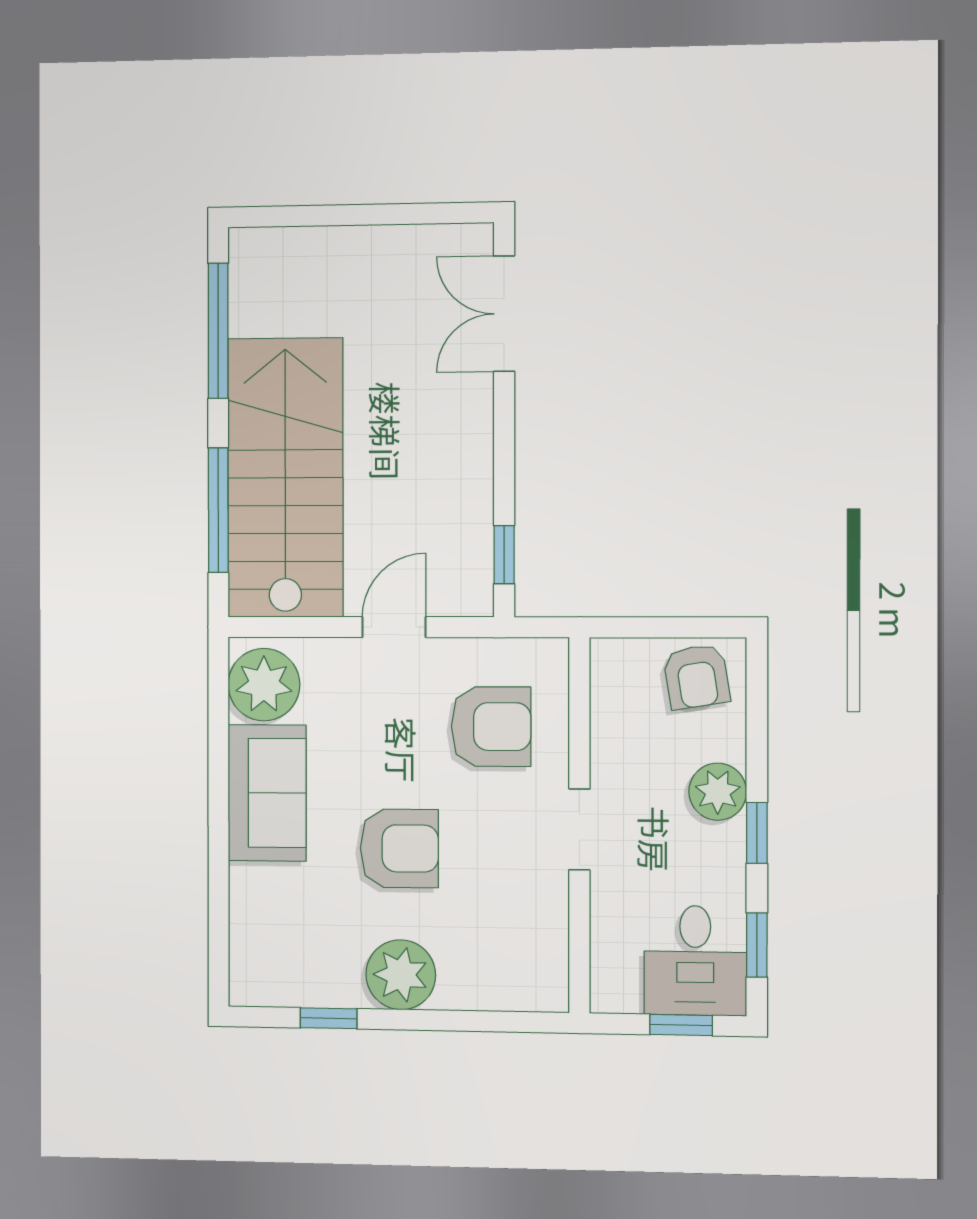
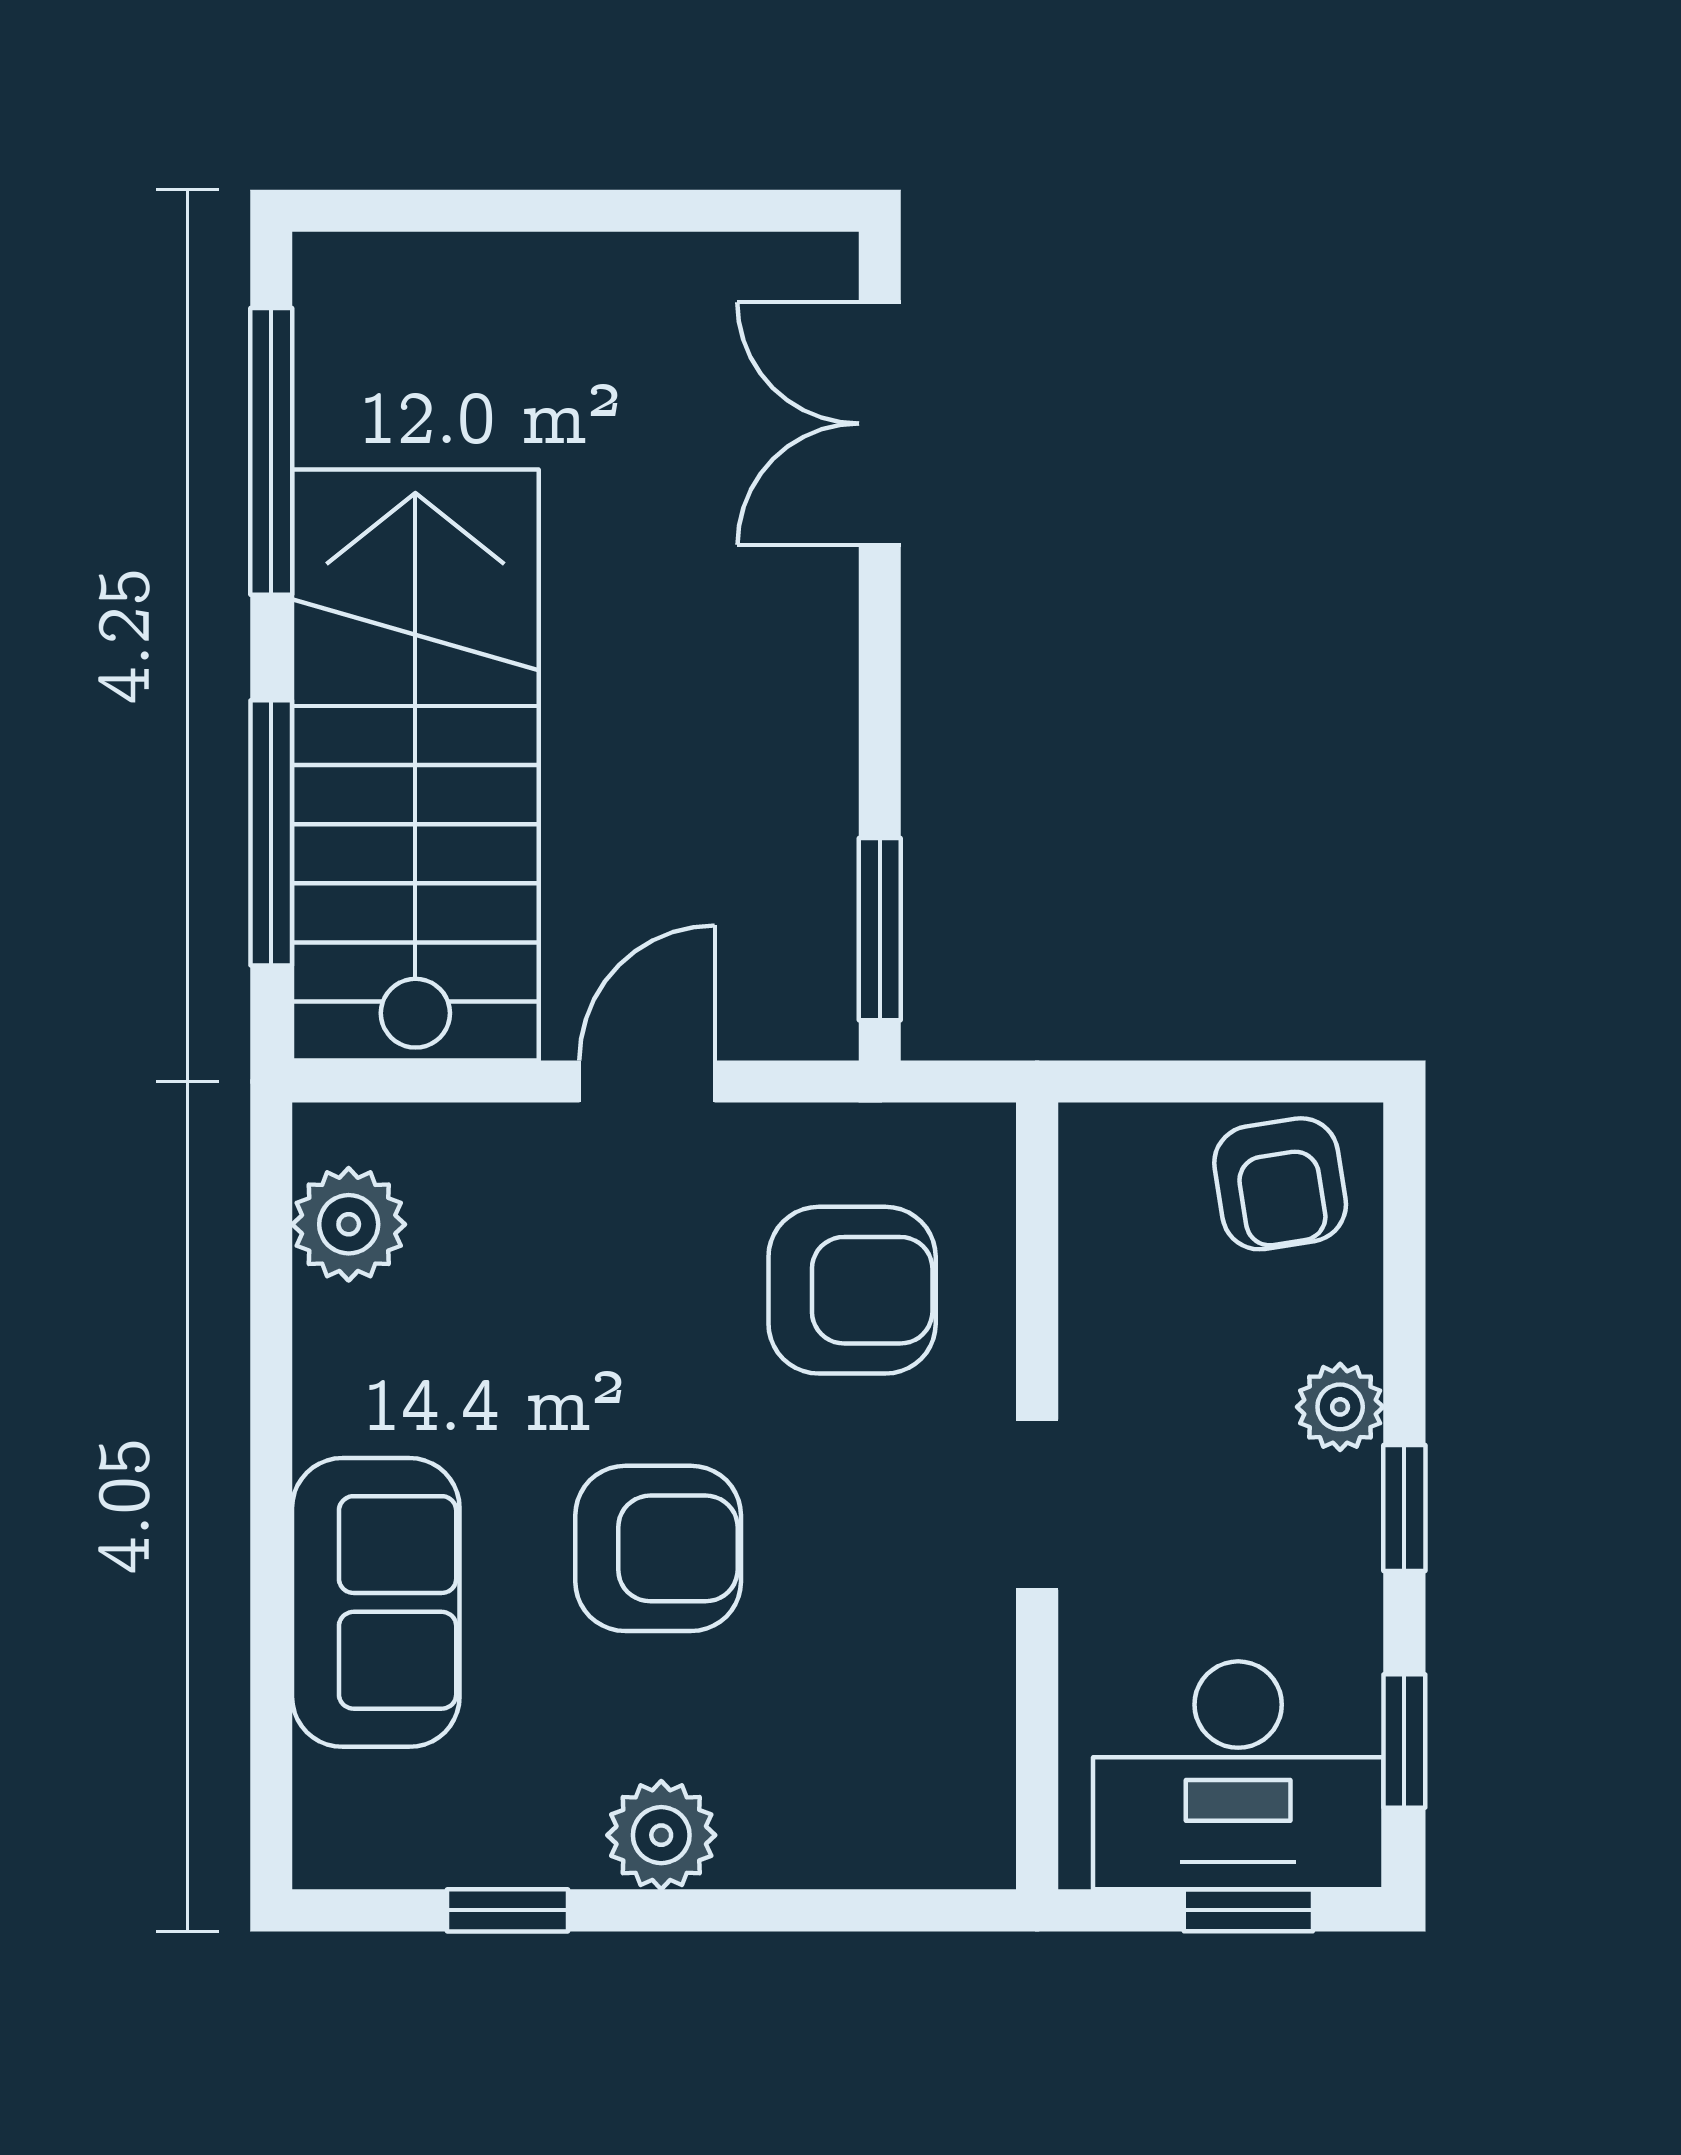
window: (504, 555) -> (880, 929), width x1.50
plant: (264, 685) -> (349, 1224), width x0.73, depth x0.73
plant: (718, 792) -> (1340, 1407), width x0.73, depth x0.73
sofa: (267, 793) -> (376, 1602), moved
desk: (695, 960) -> (1238, 1775), width x1.37
plant: (401, 975) -> (661, 1835), width x0.73, depth x0.73

